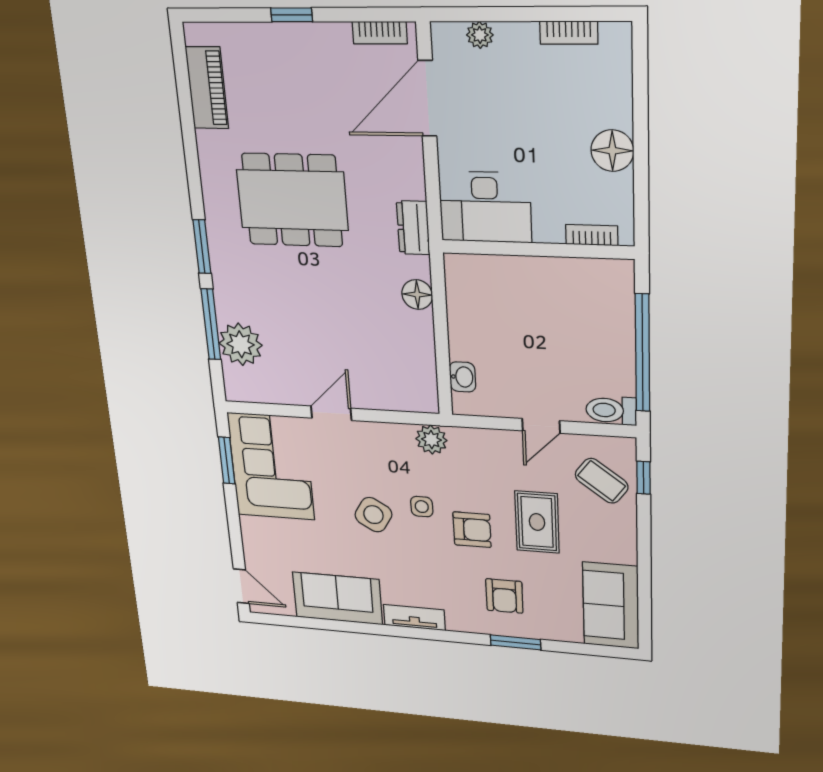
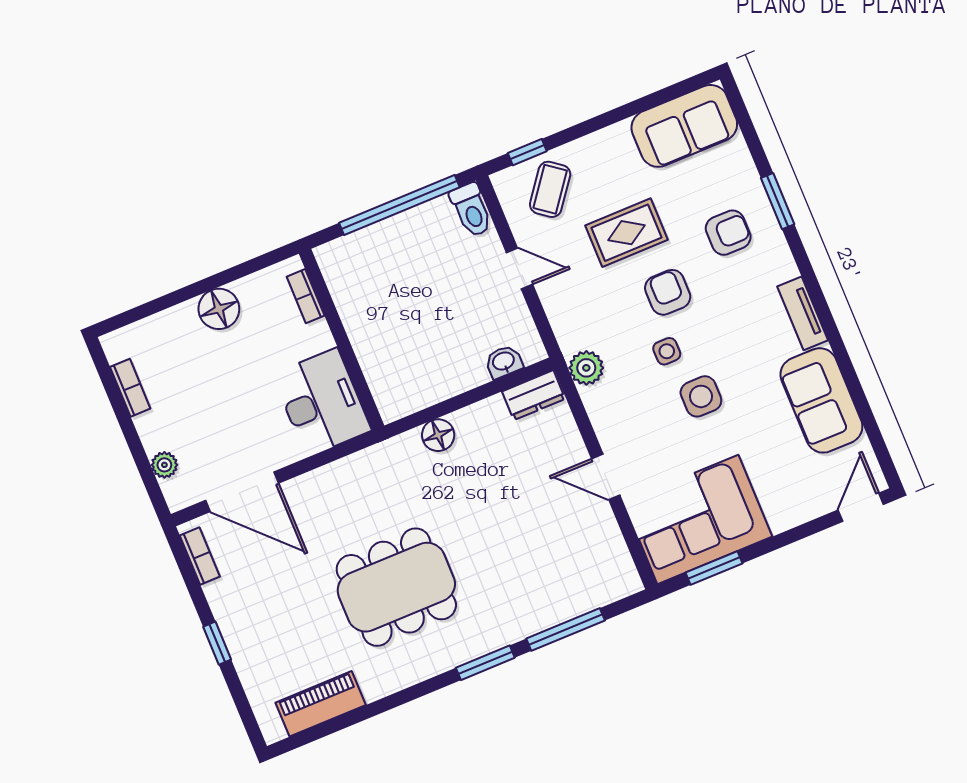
dining table: (292, 200) -> (396, 587), turned 90
dresser: (413, 228) -> (534, 395), moved
plant: (240, 344) -> (573, 593), removed
side table: (373, 515) -> (701, 396), turned -31

